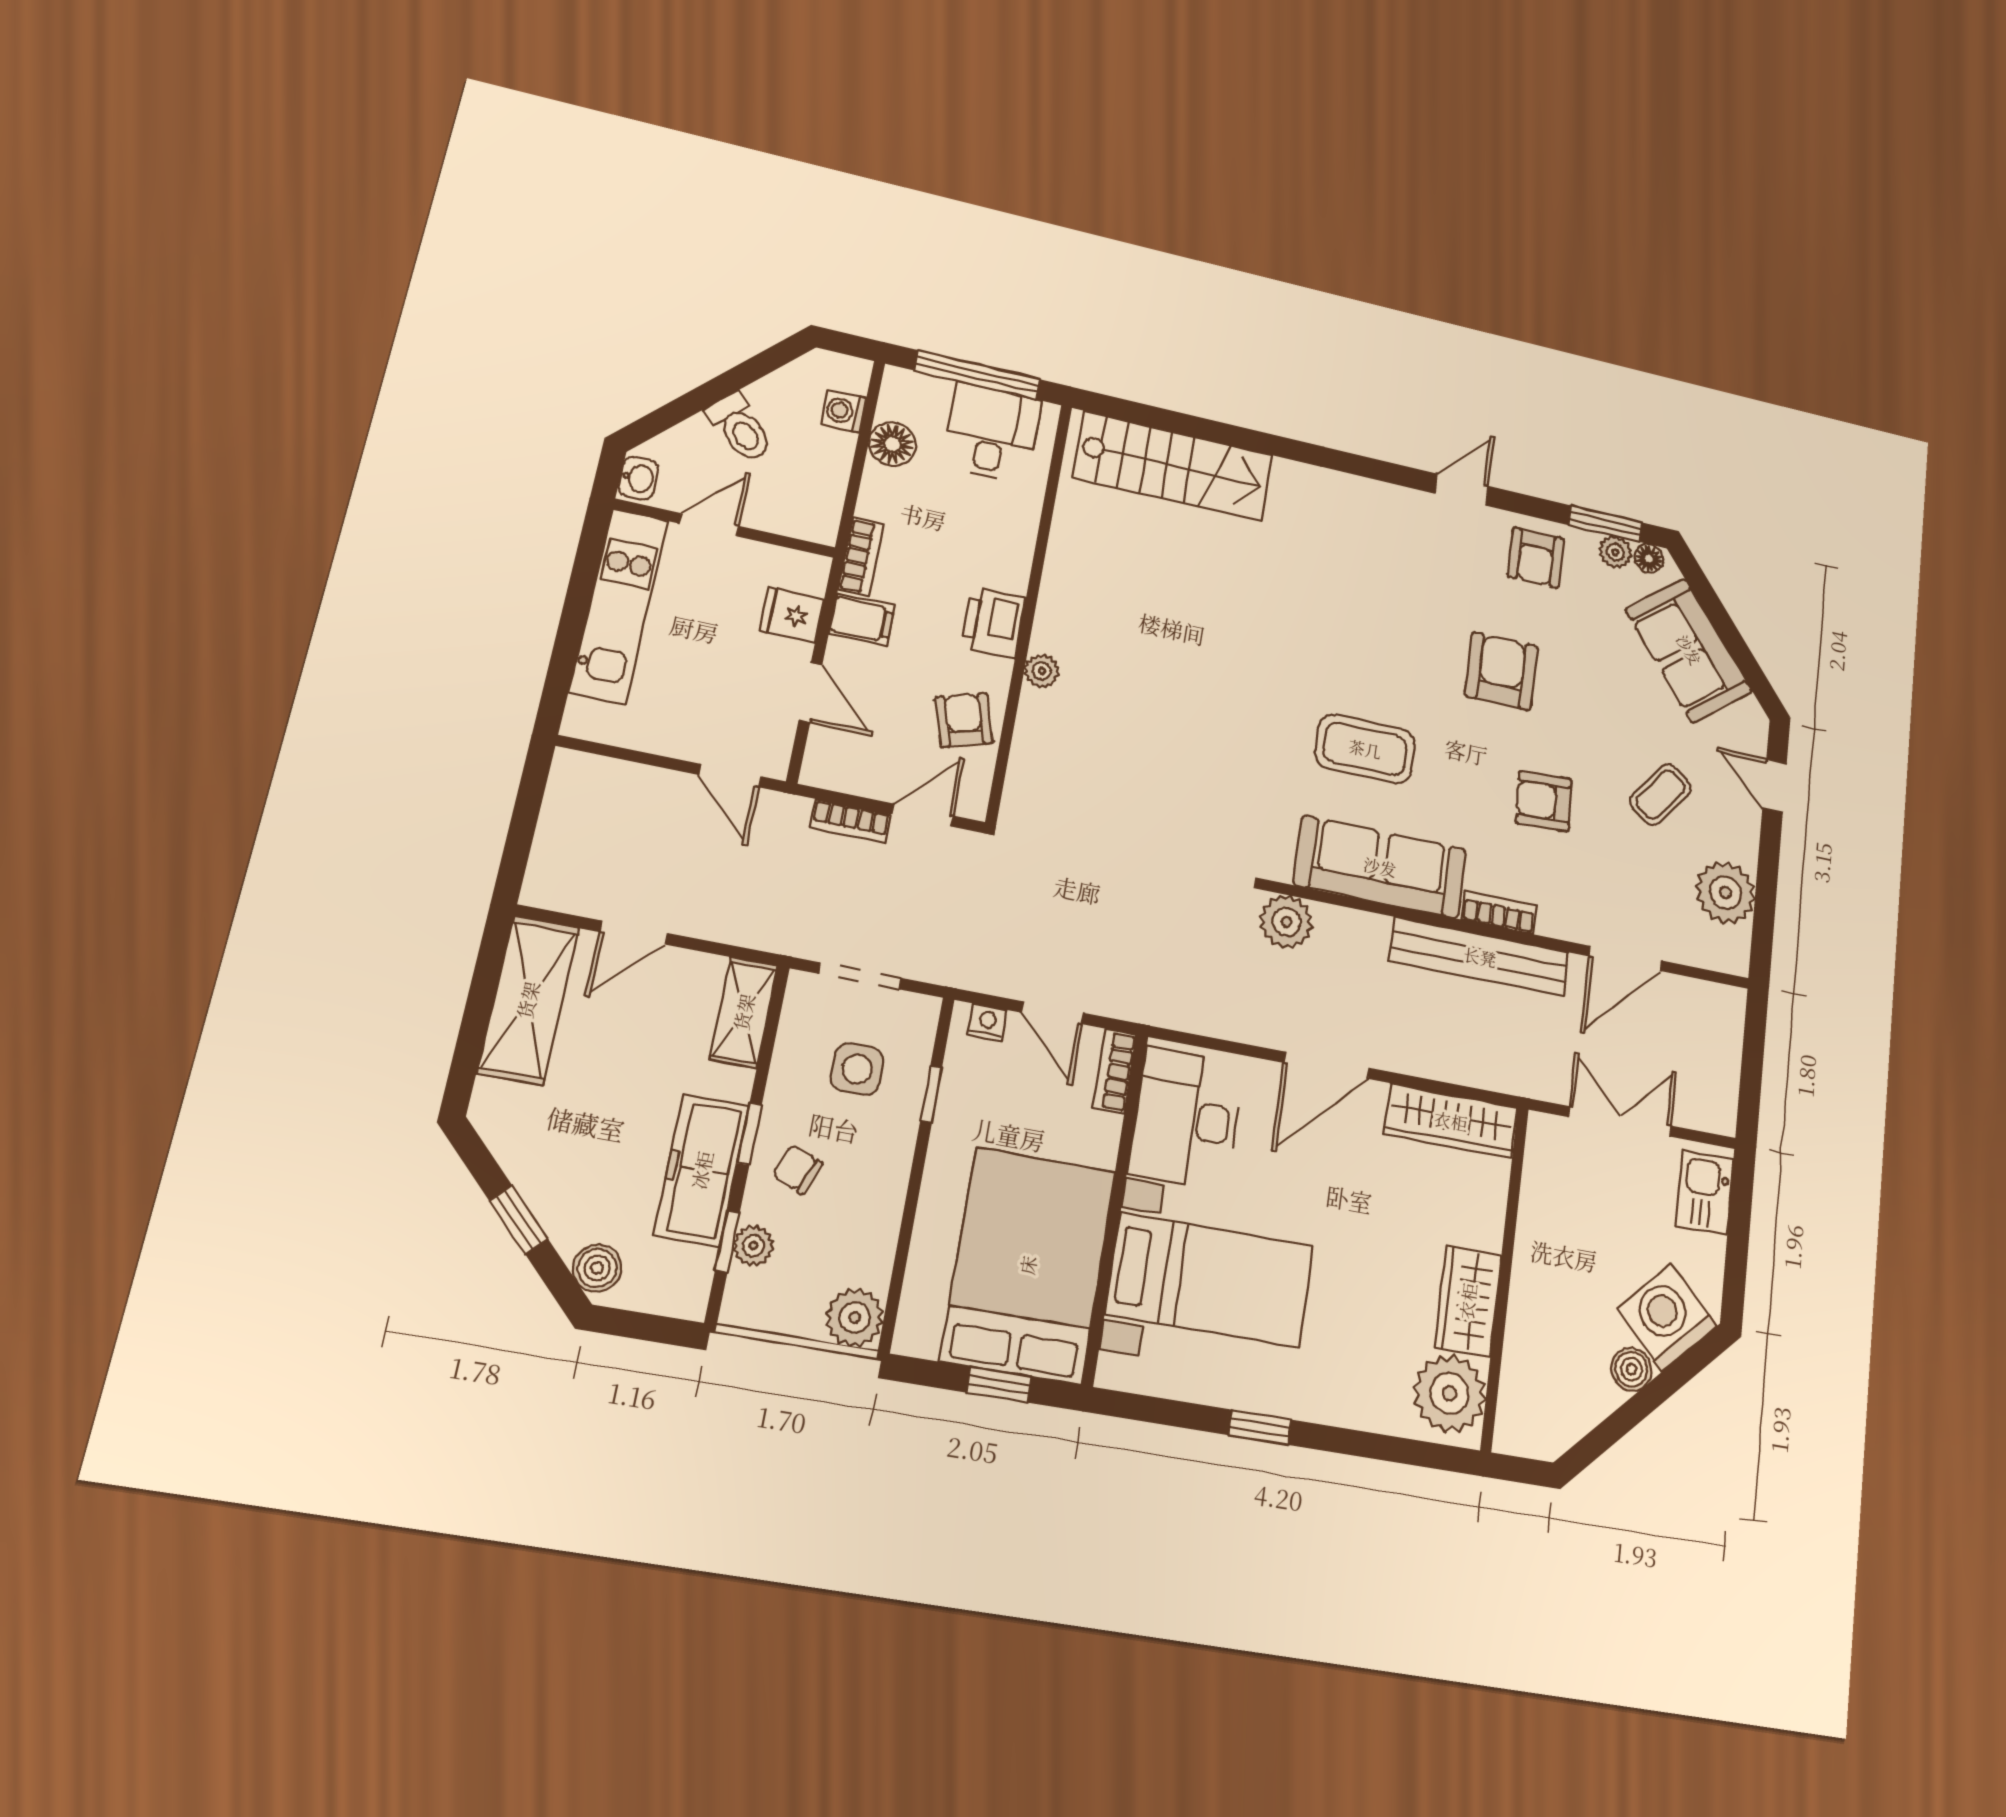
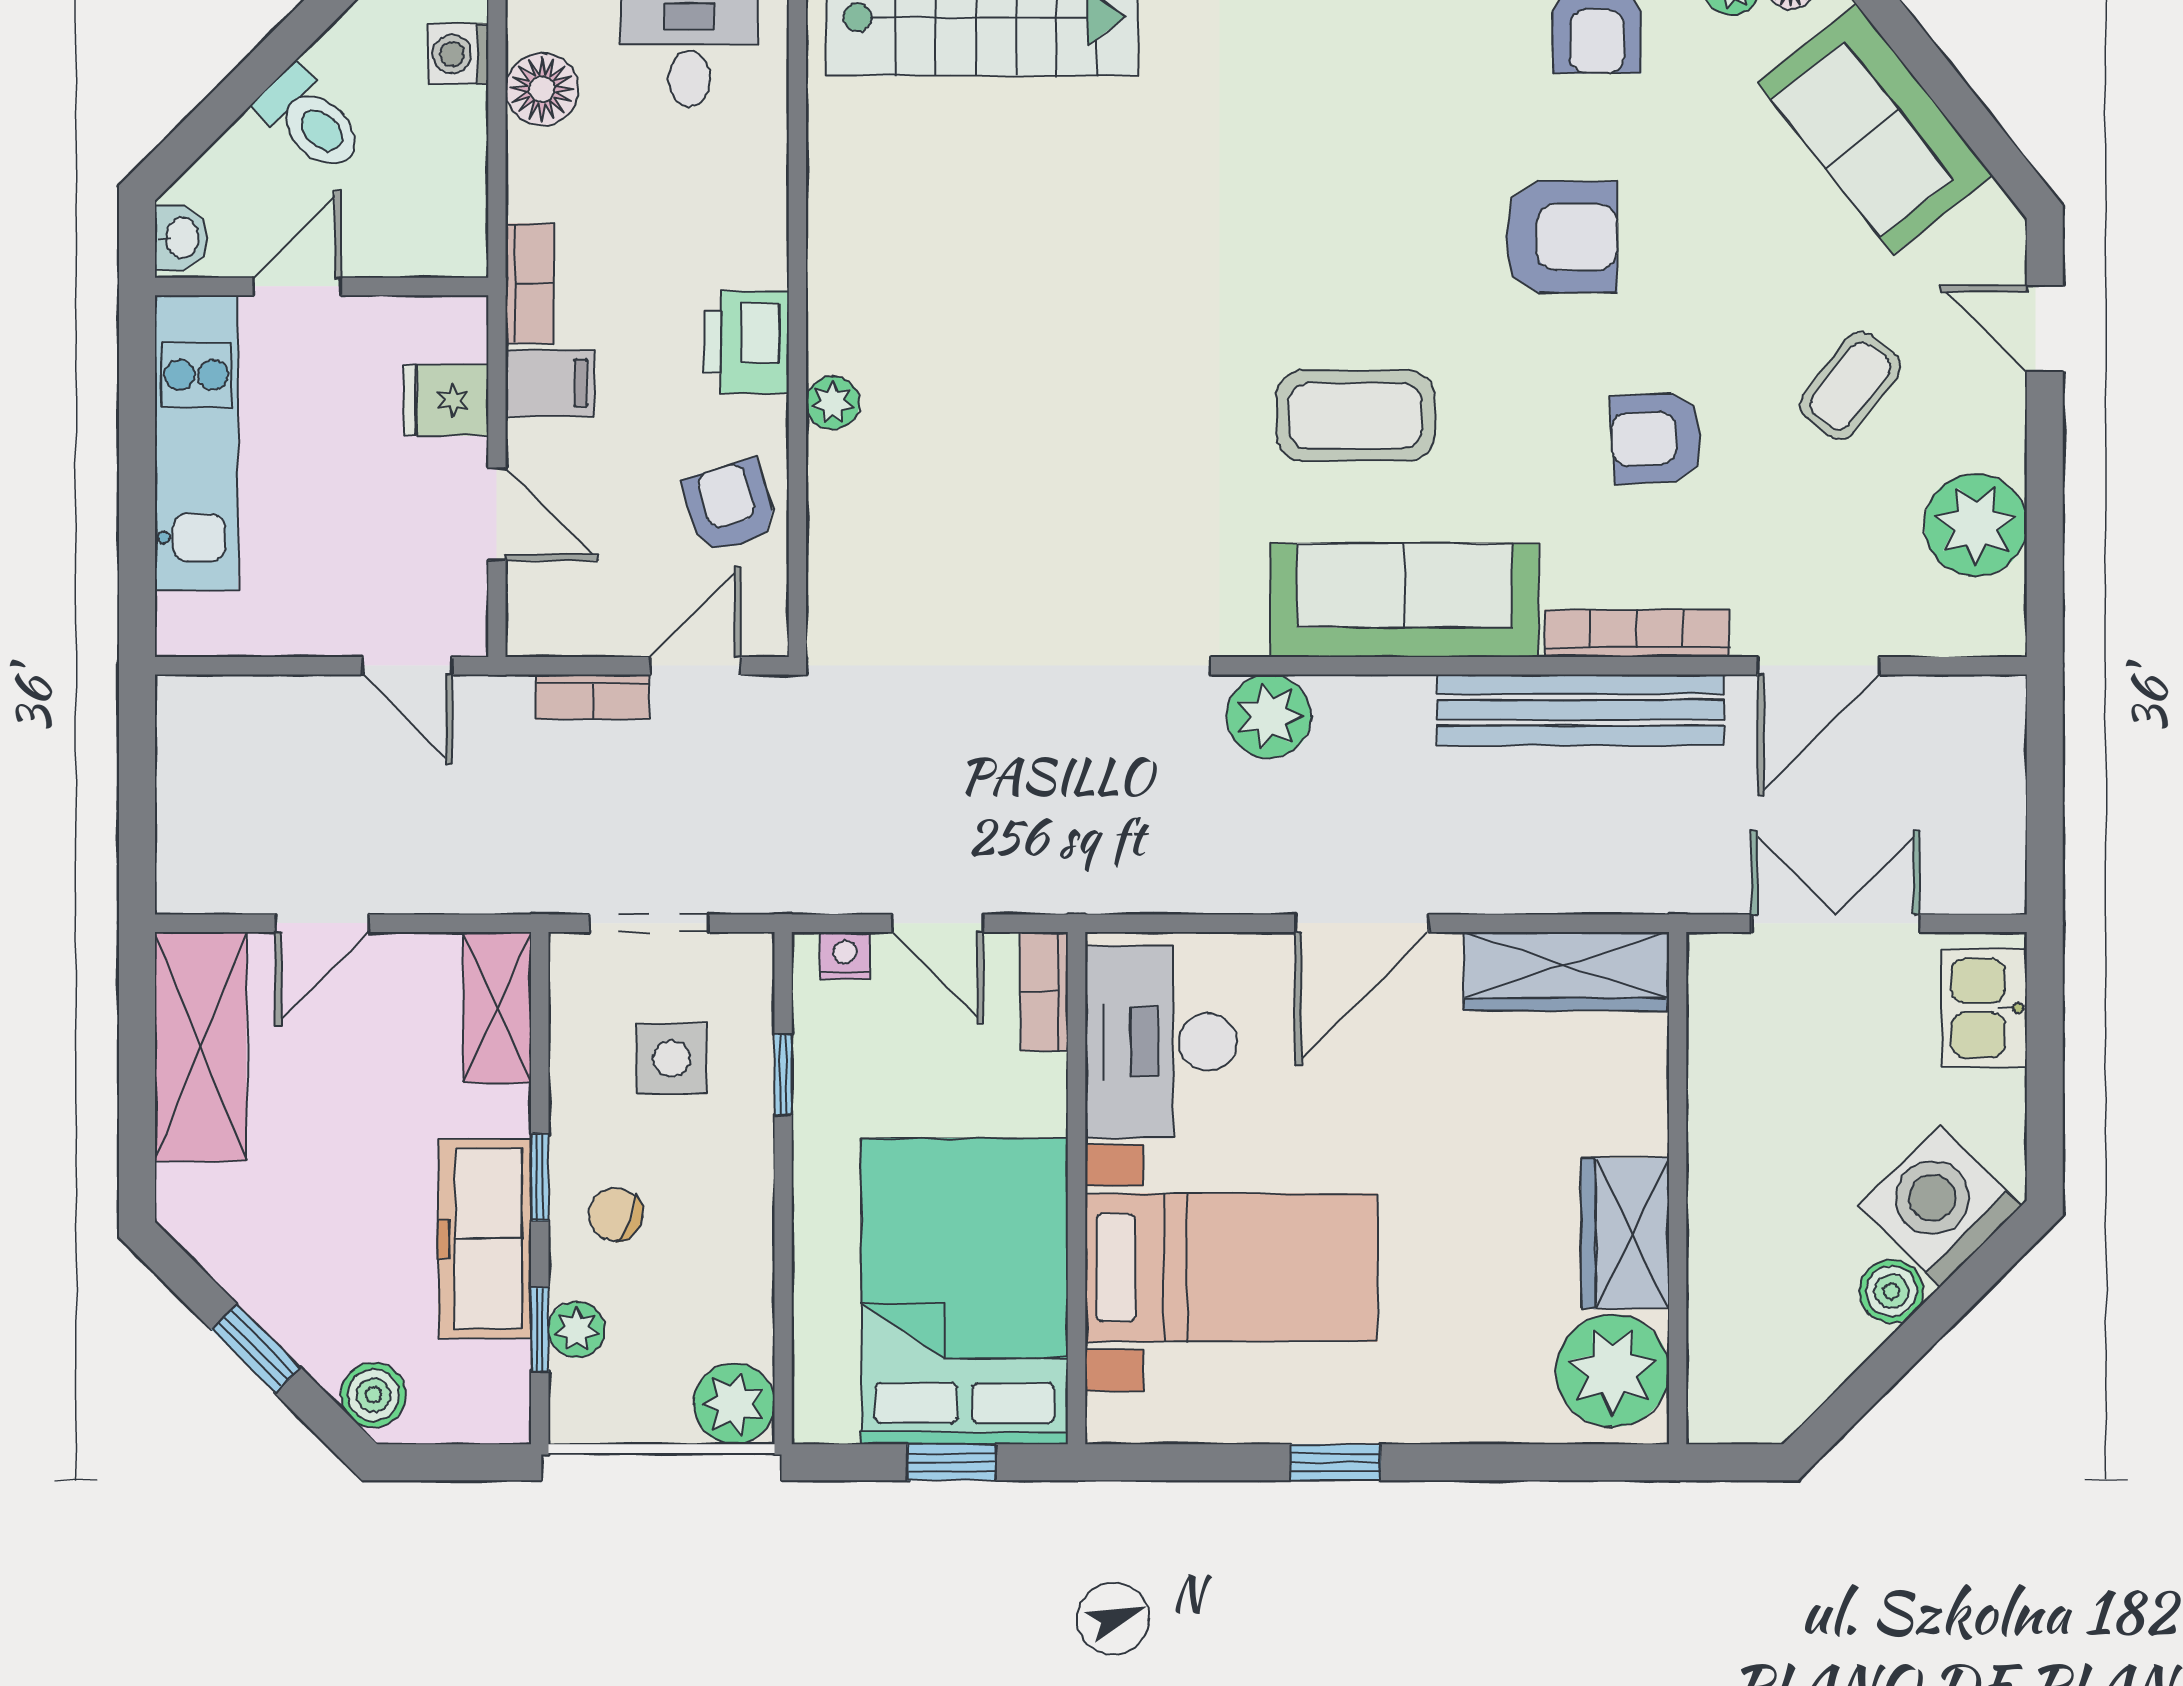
armchair: (1501, 671) -> (1561, 237), turned 90
bookcase: (1499, 912) -> (1637, 633), width x1.56

